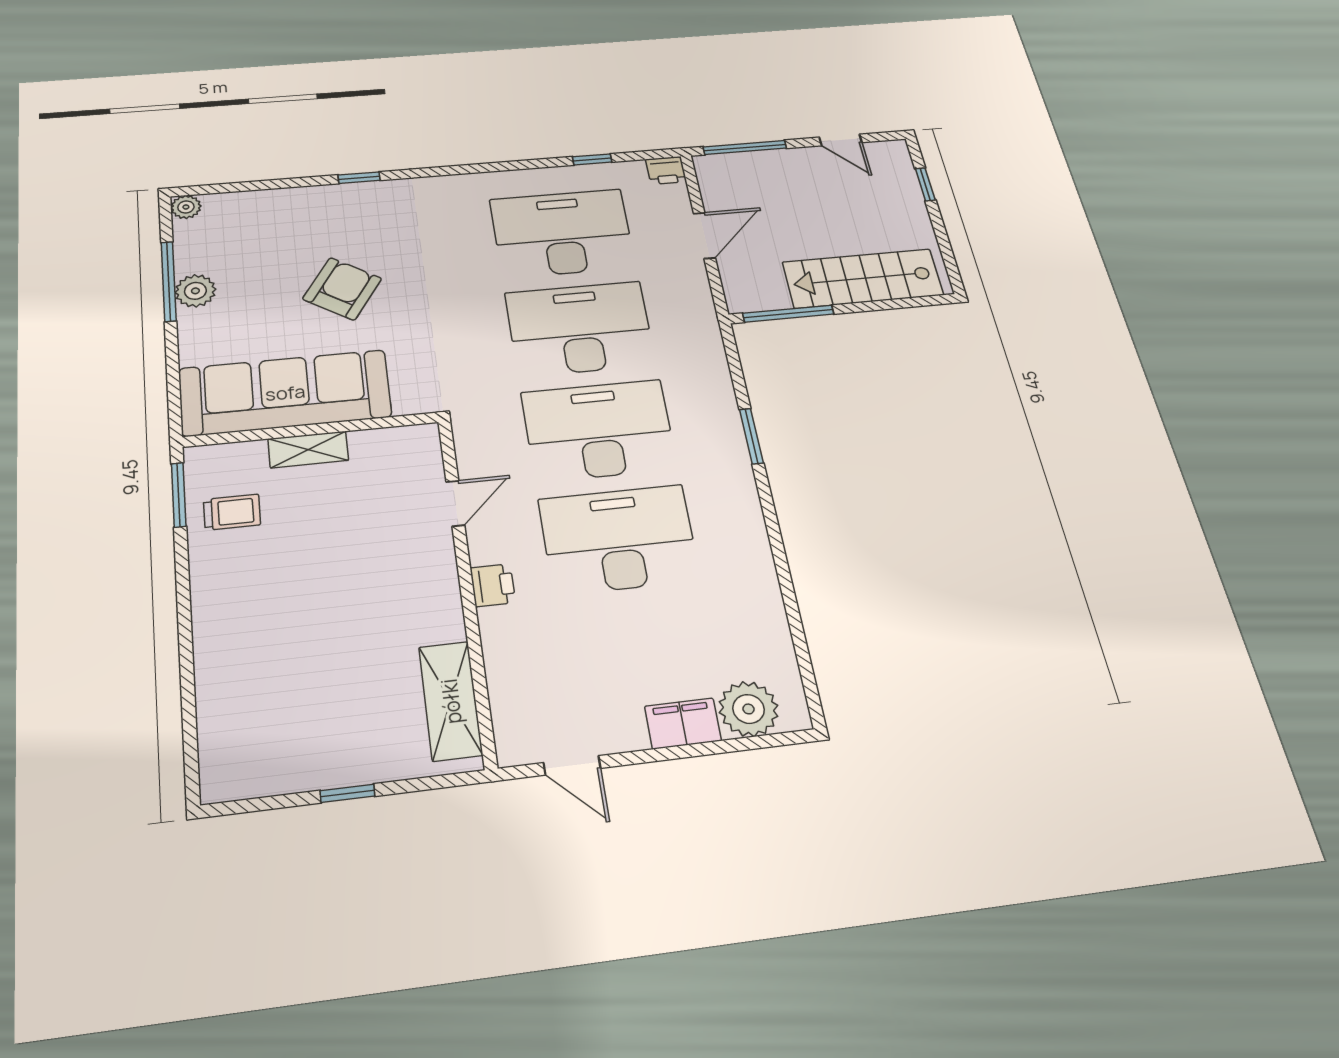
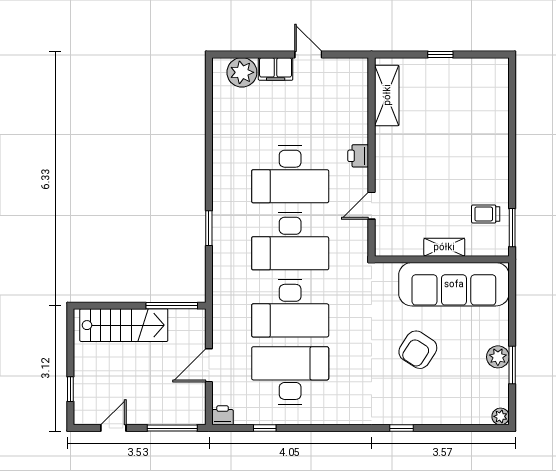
door: (840, 140) -> (113, 428), hinge flipped
desk: (562, 233) -> (290, 375), turned 180
window: (169, 281) -> (512, 365), width x0.69
door: (572, 765) -> (308, 55), moved

